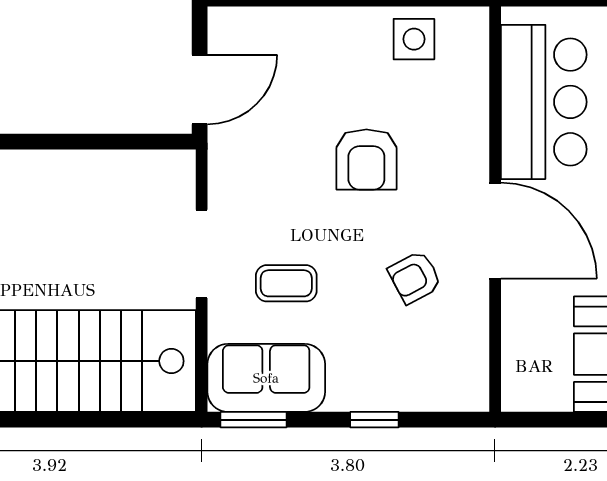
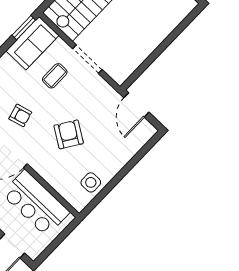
armchair: (366, 159) -> (69, 134), turned 33
armchair: (415, 277) -> (20, 115), turned 103

